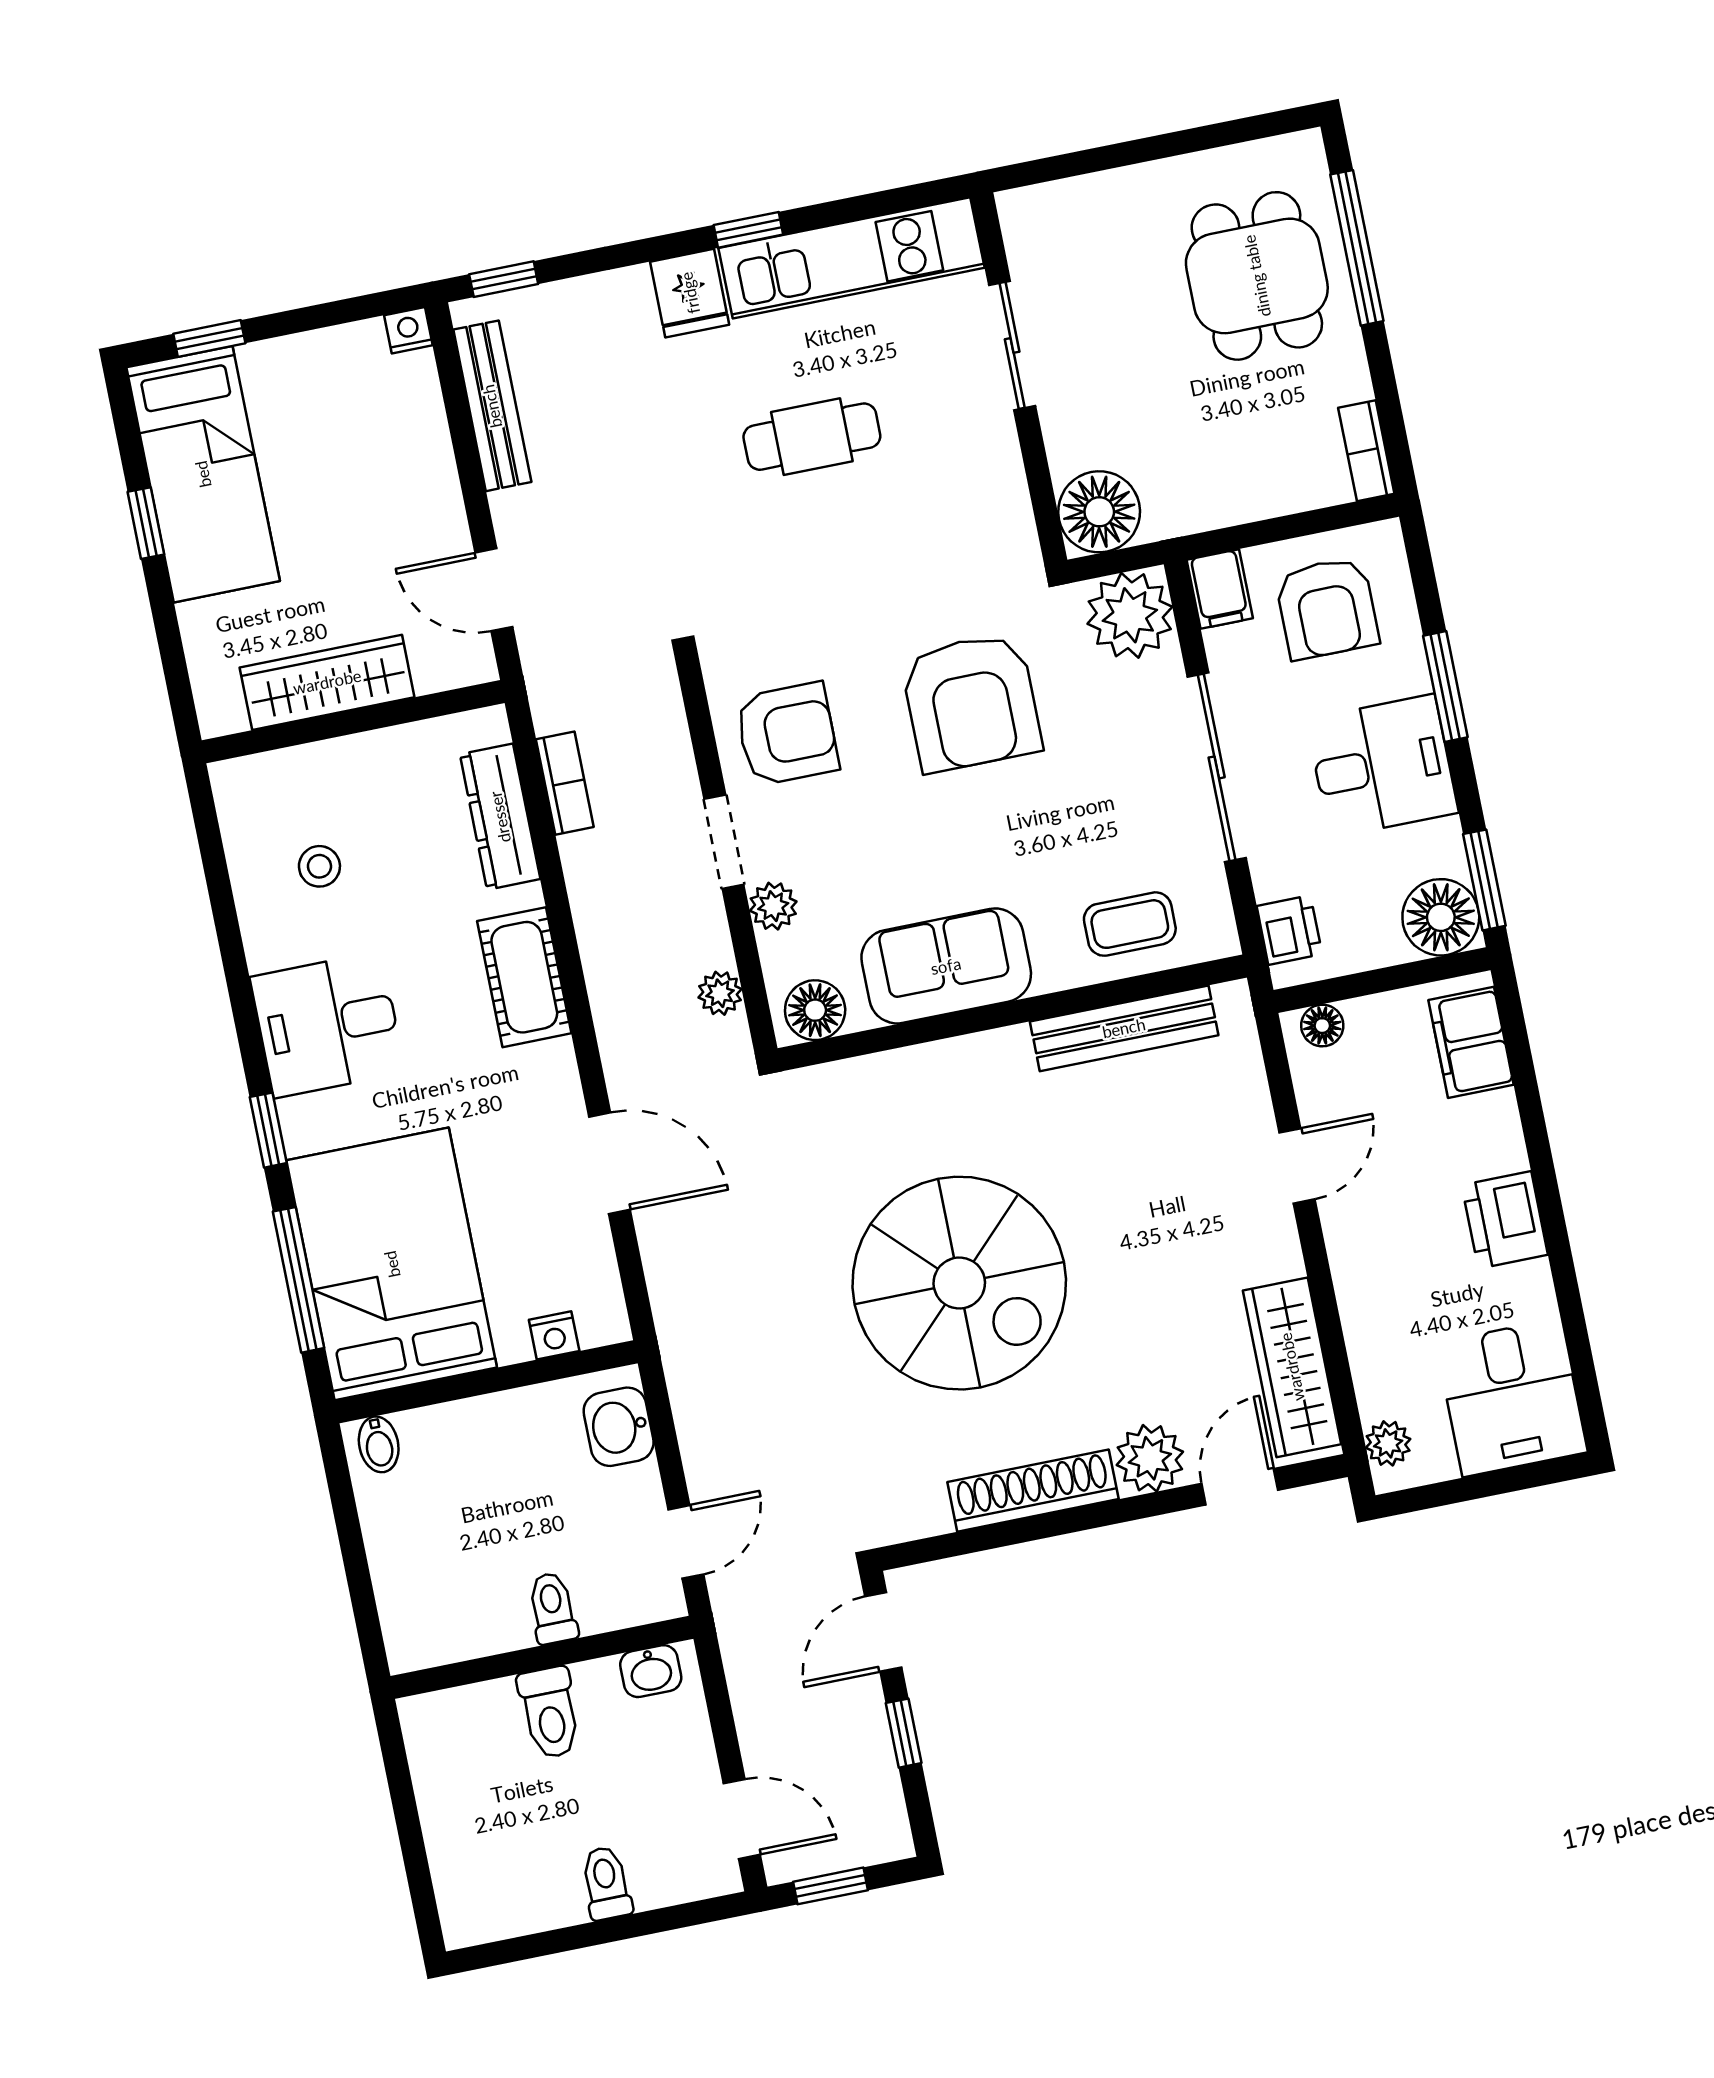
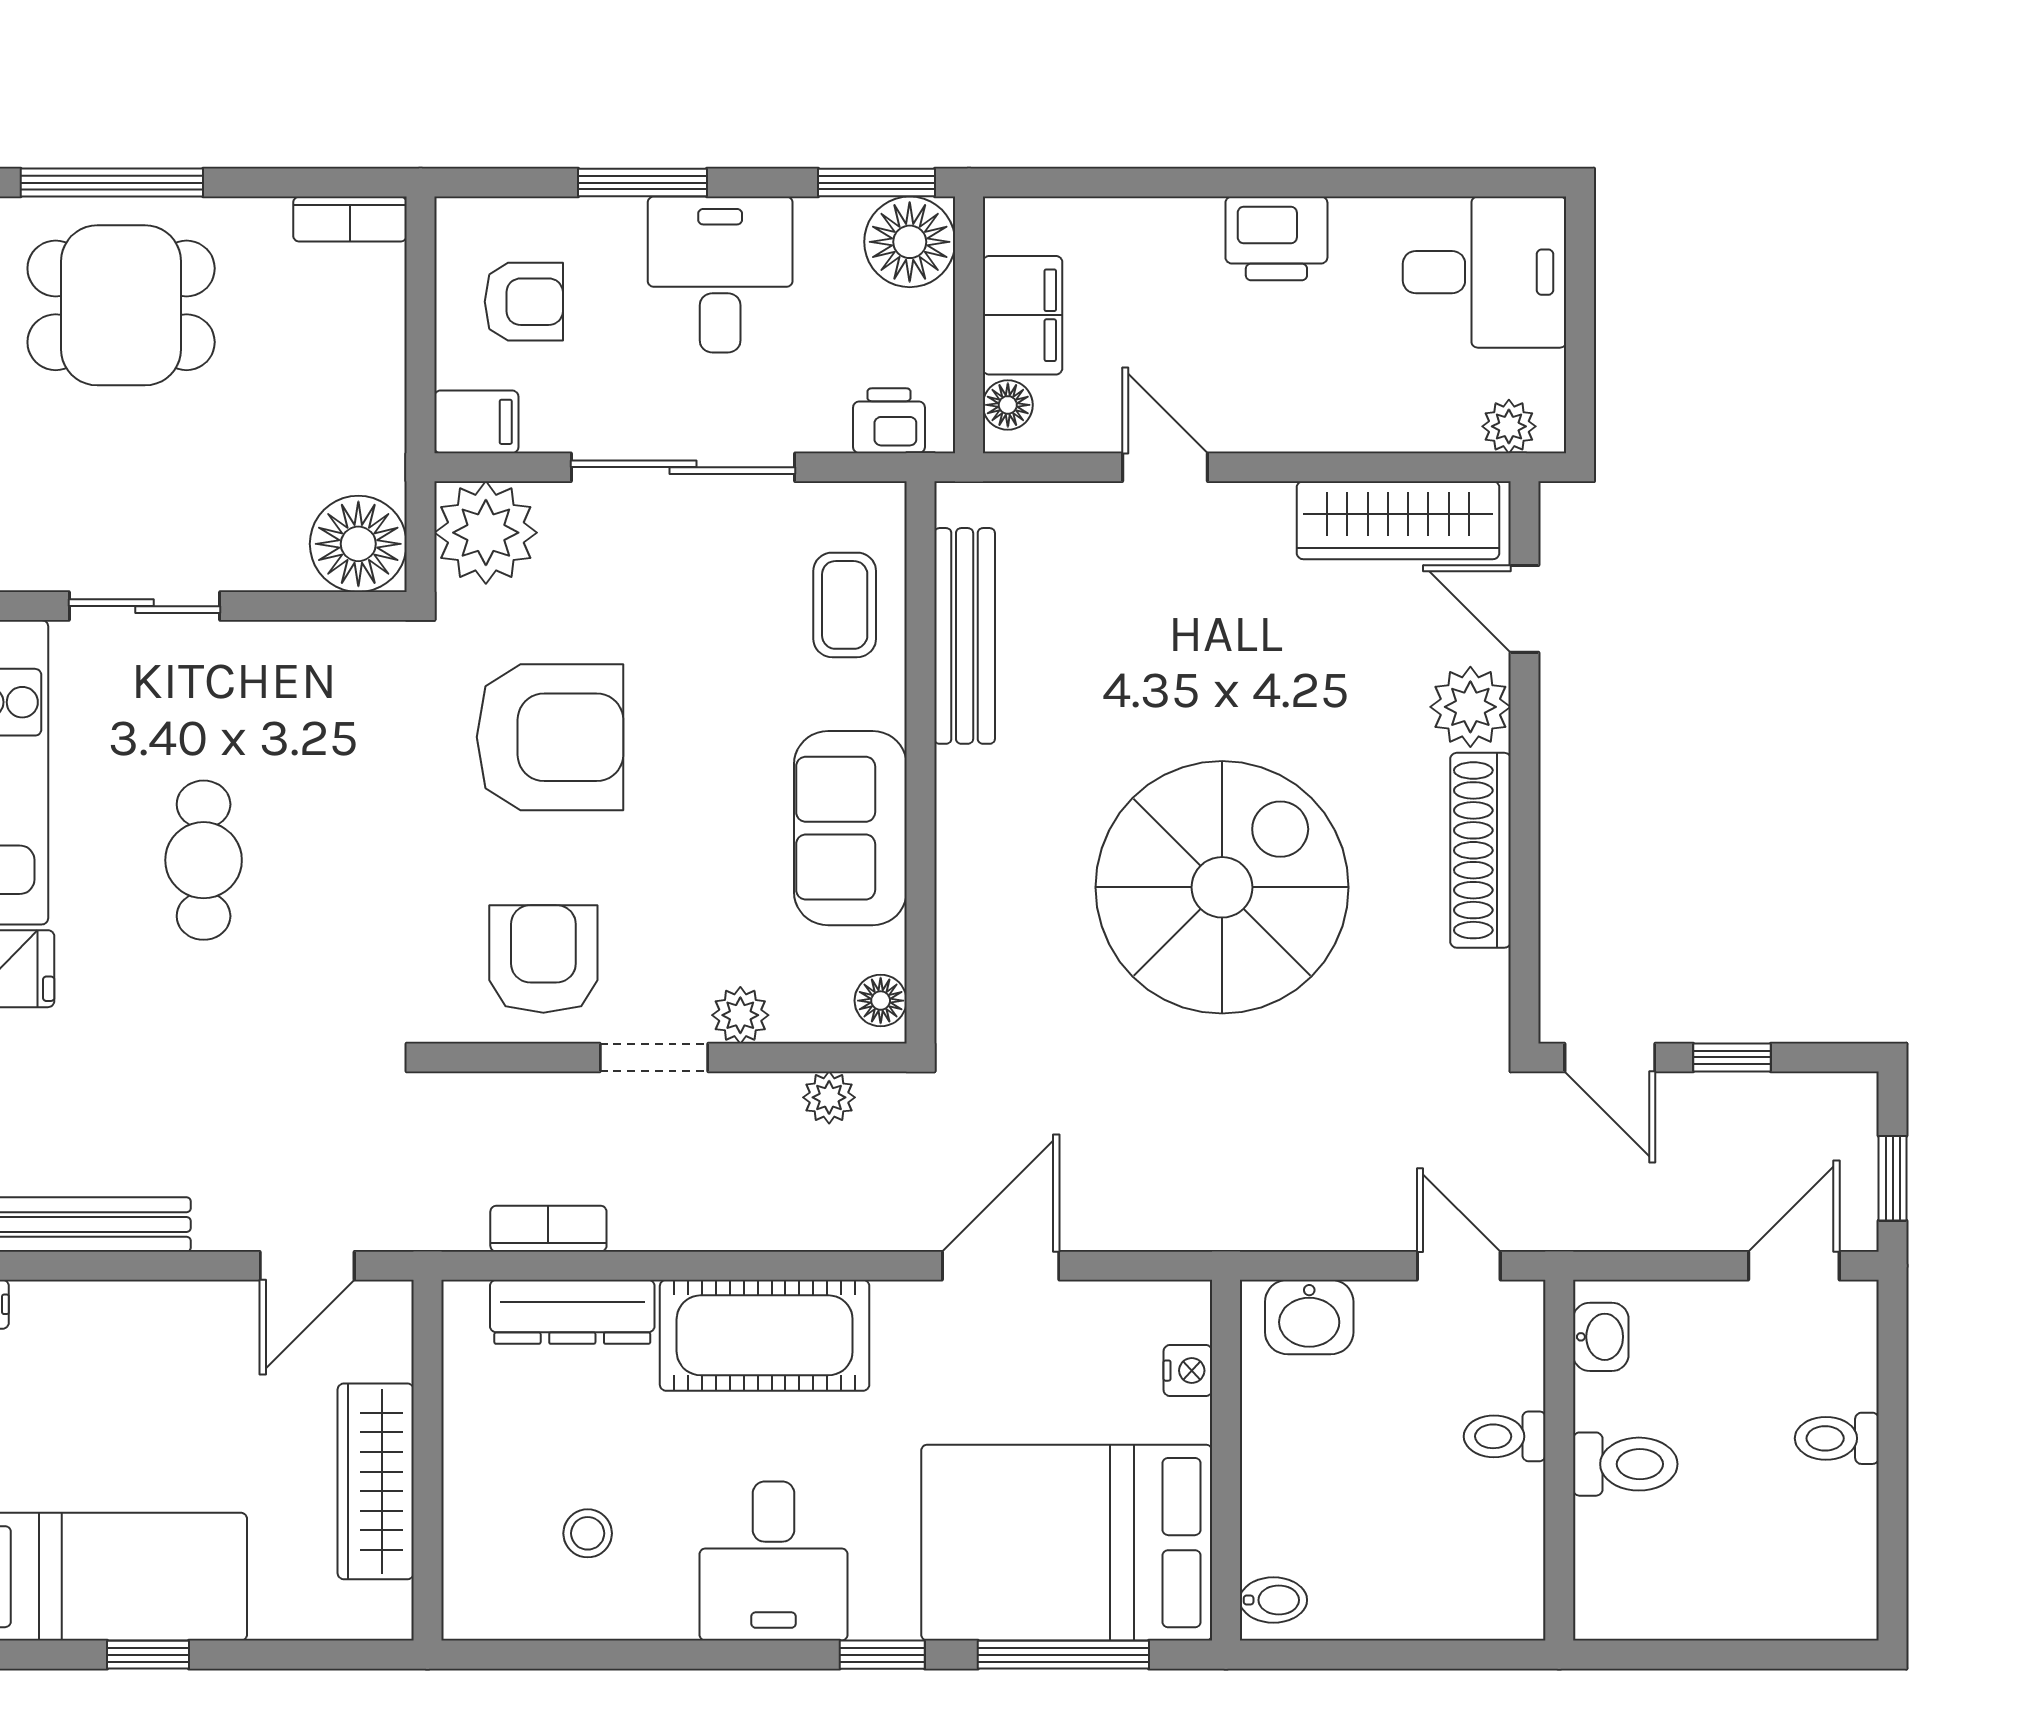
armchair: (1327, 608) -> (524, 302), width x0.72, depth x0.72
cot: (524, 977) -> (765, 1335), width x1.37, depth x1.34
floor lamp: (815, 1010) -> (881, 1001), width x0.73, depth x0.73
filing cabinet: (1471, 1042) -> (1023, 315), moved, turned -90

